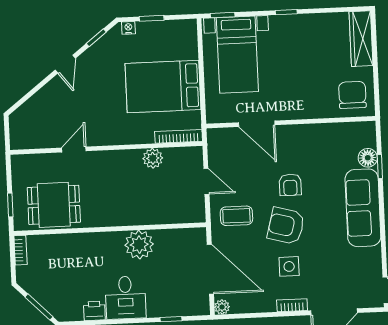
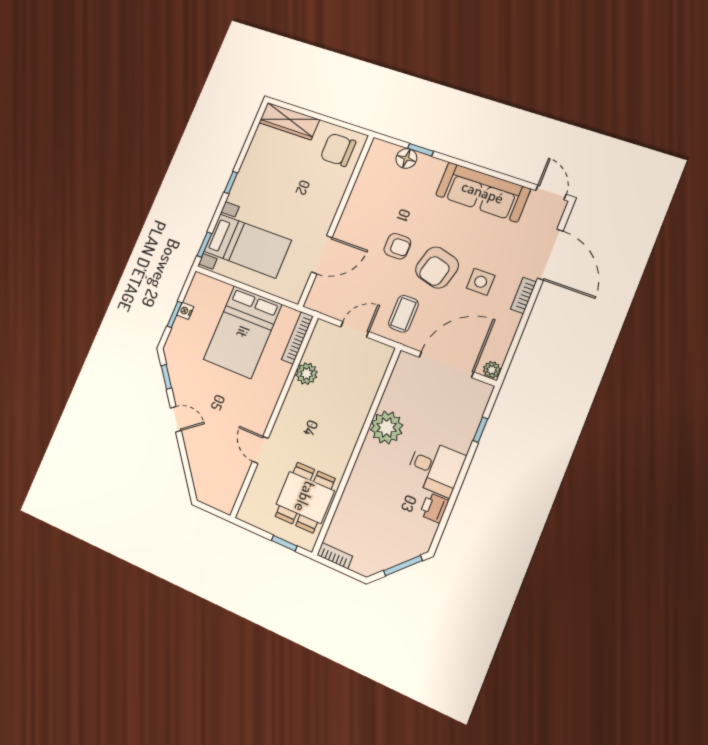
nightstand: (128, 28) -> (185, 311), moved
sofa: (363, 208) -> (483, 192), moved

